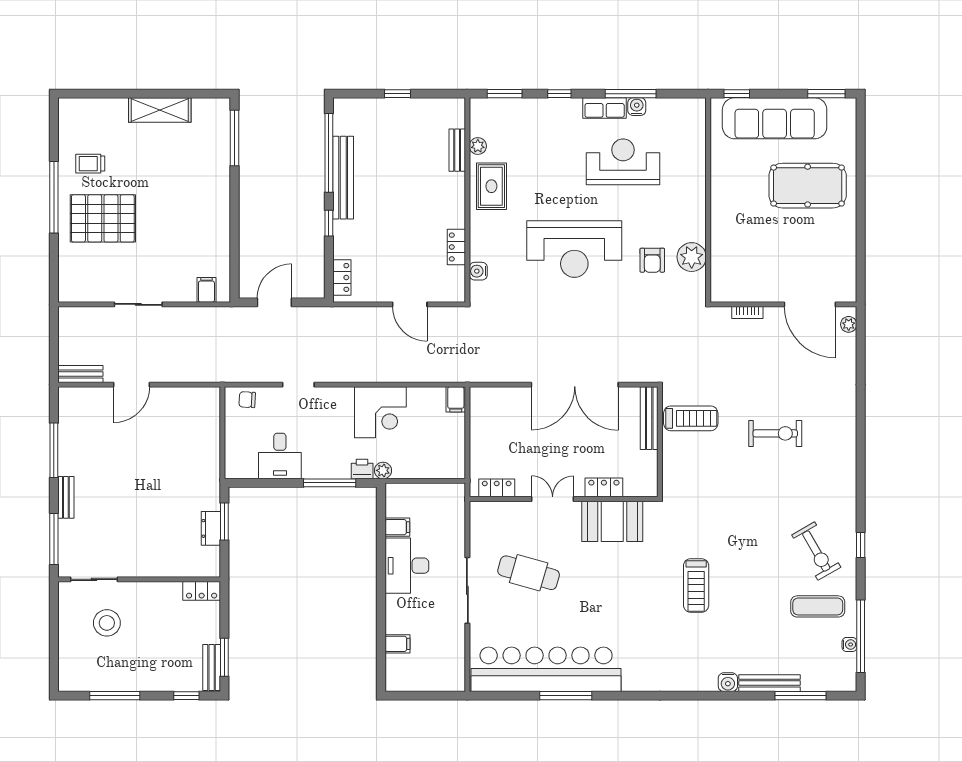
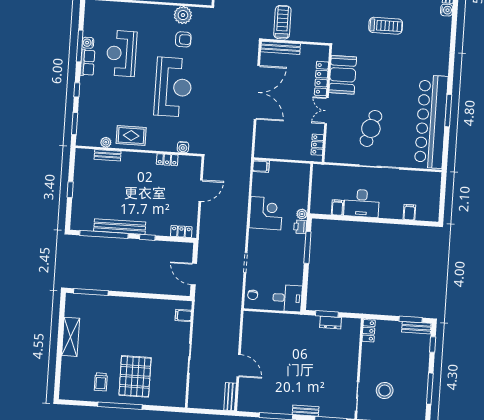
desk: (280, 456) -> (287, 298), moved
locker: (604, 487) -> (321, 79), width x1.53

